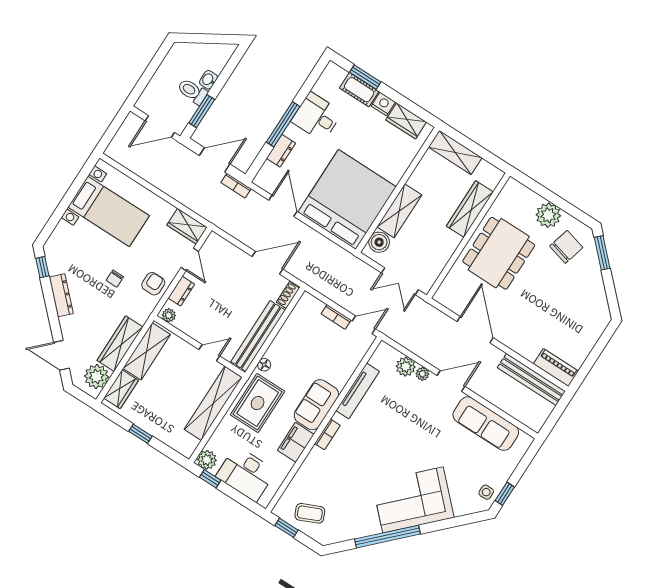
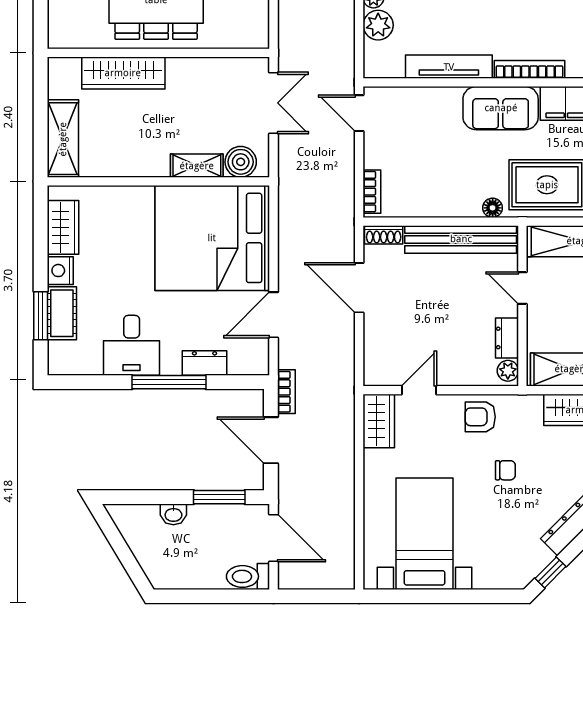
toilet: (192, 91) -> (248, 576), moved, turned 90
shelving: (399, 211) -> (197, 166), width x0.67, depth x0.75
dresser: (181, 291) -> (507, 338), moved, turned -90
bookcase: (336, 317) -> (372, 192), moved
bookcase: (327, 434) -> (529, 69), width x1.56

